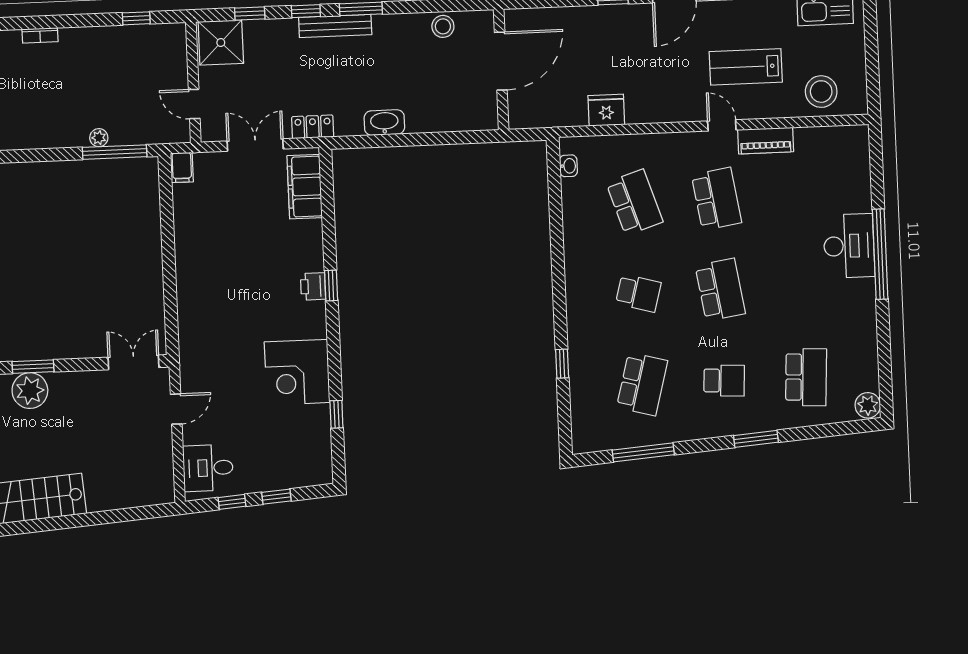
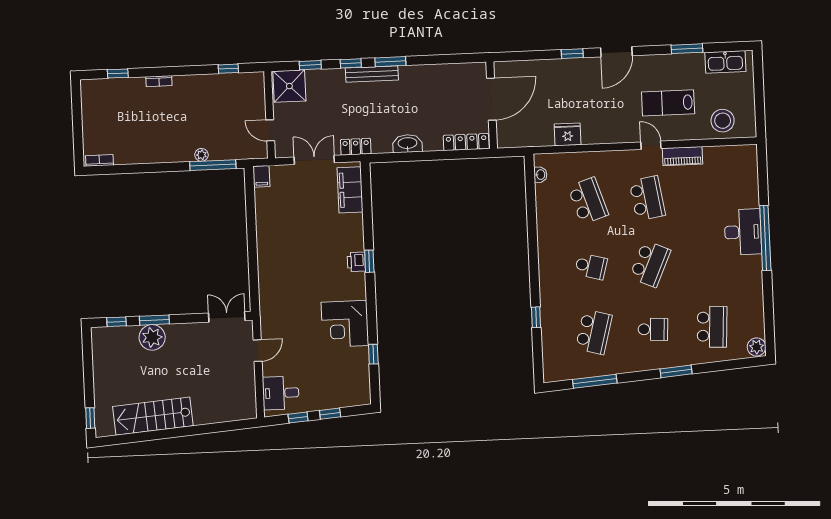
stool: (443, 26) -> (450, 74), removed
locker: (466, 121) -> (466, 142), added
school desk: (720, 290) -> (650, 264), turned 33

